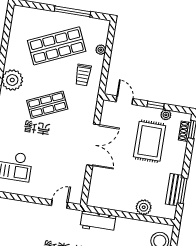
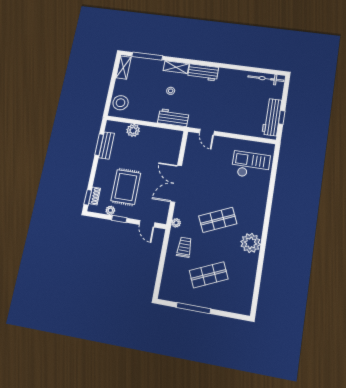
shop shelf: (57, 46) -> (209, 275), width x0.70, depth x0.74
plant: (101, 50) -> (176, 223), moved
door: (60, 204) -> (207, 132), hinge flipped

